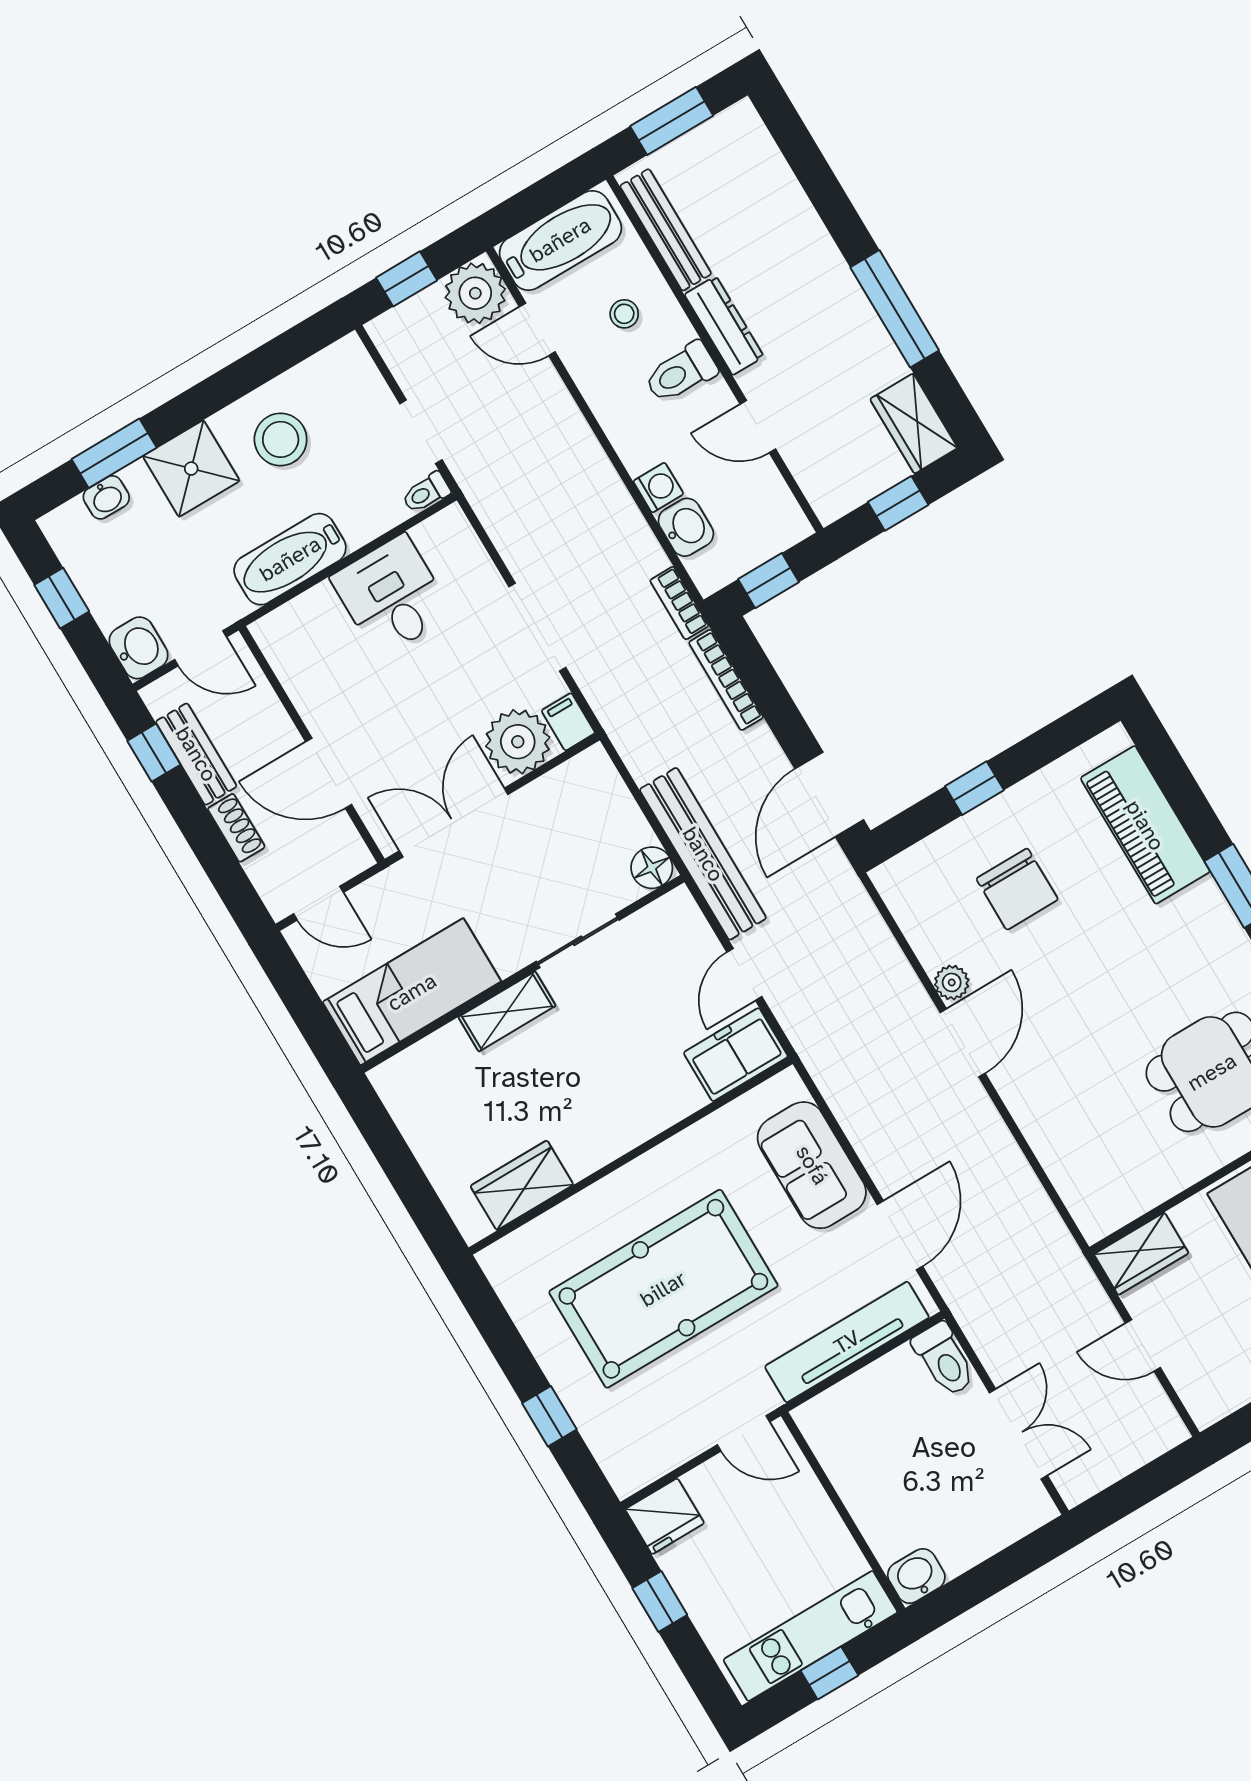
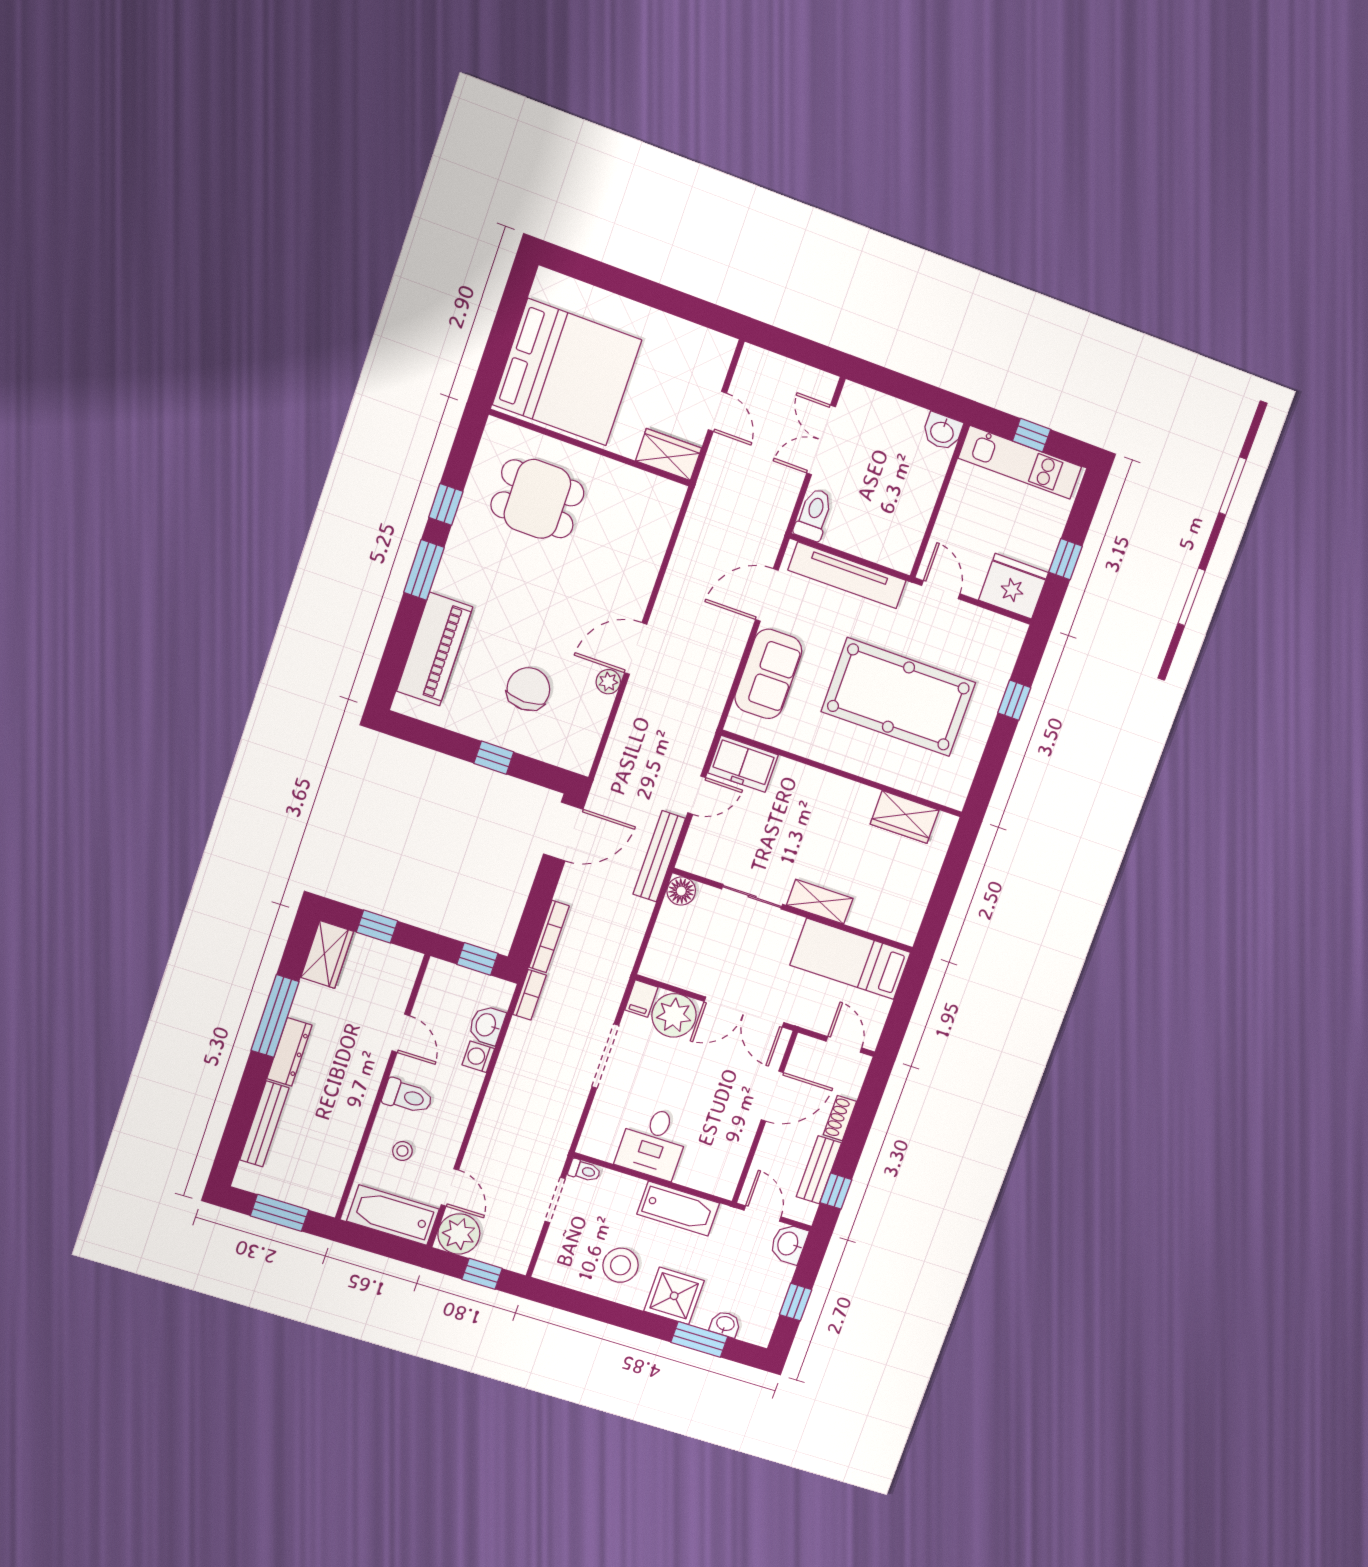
bench: (666, 230) -> (264, 1124), moved
dresser: (724, 326) -> (289, 1052), moved, turned 180
door: (329, 773) -> (772, 1096), hinge flipped
bench: (703, 854) -> (659, 856), width x0.73, depth x0.82
fridge: (665, 1516) -> (1013, 586), width x1.36, depth x1.34

